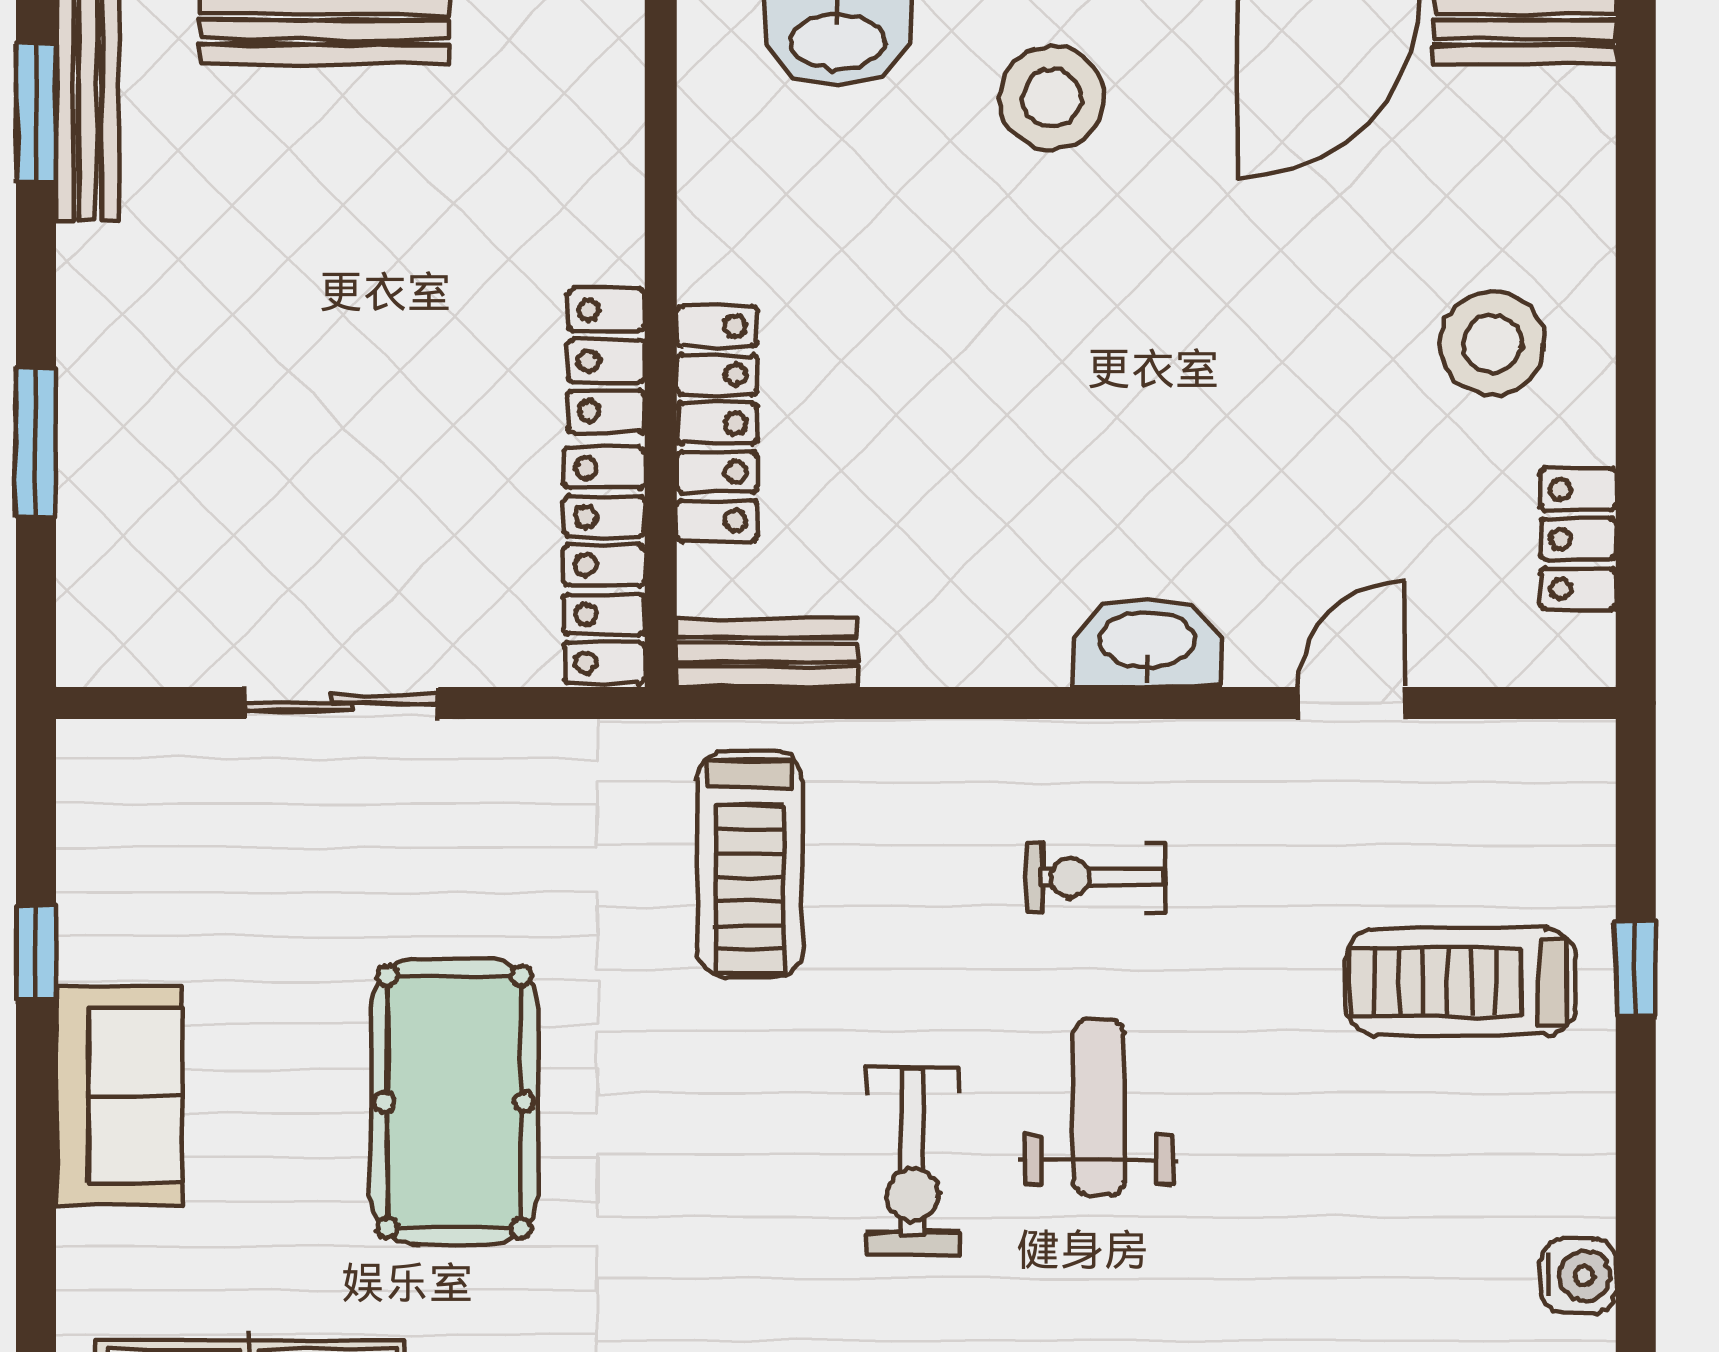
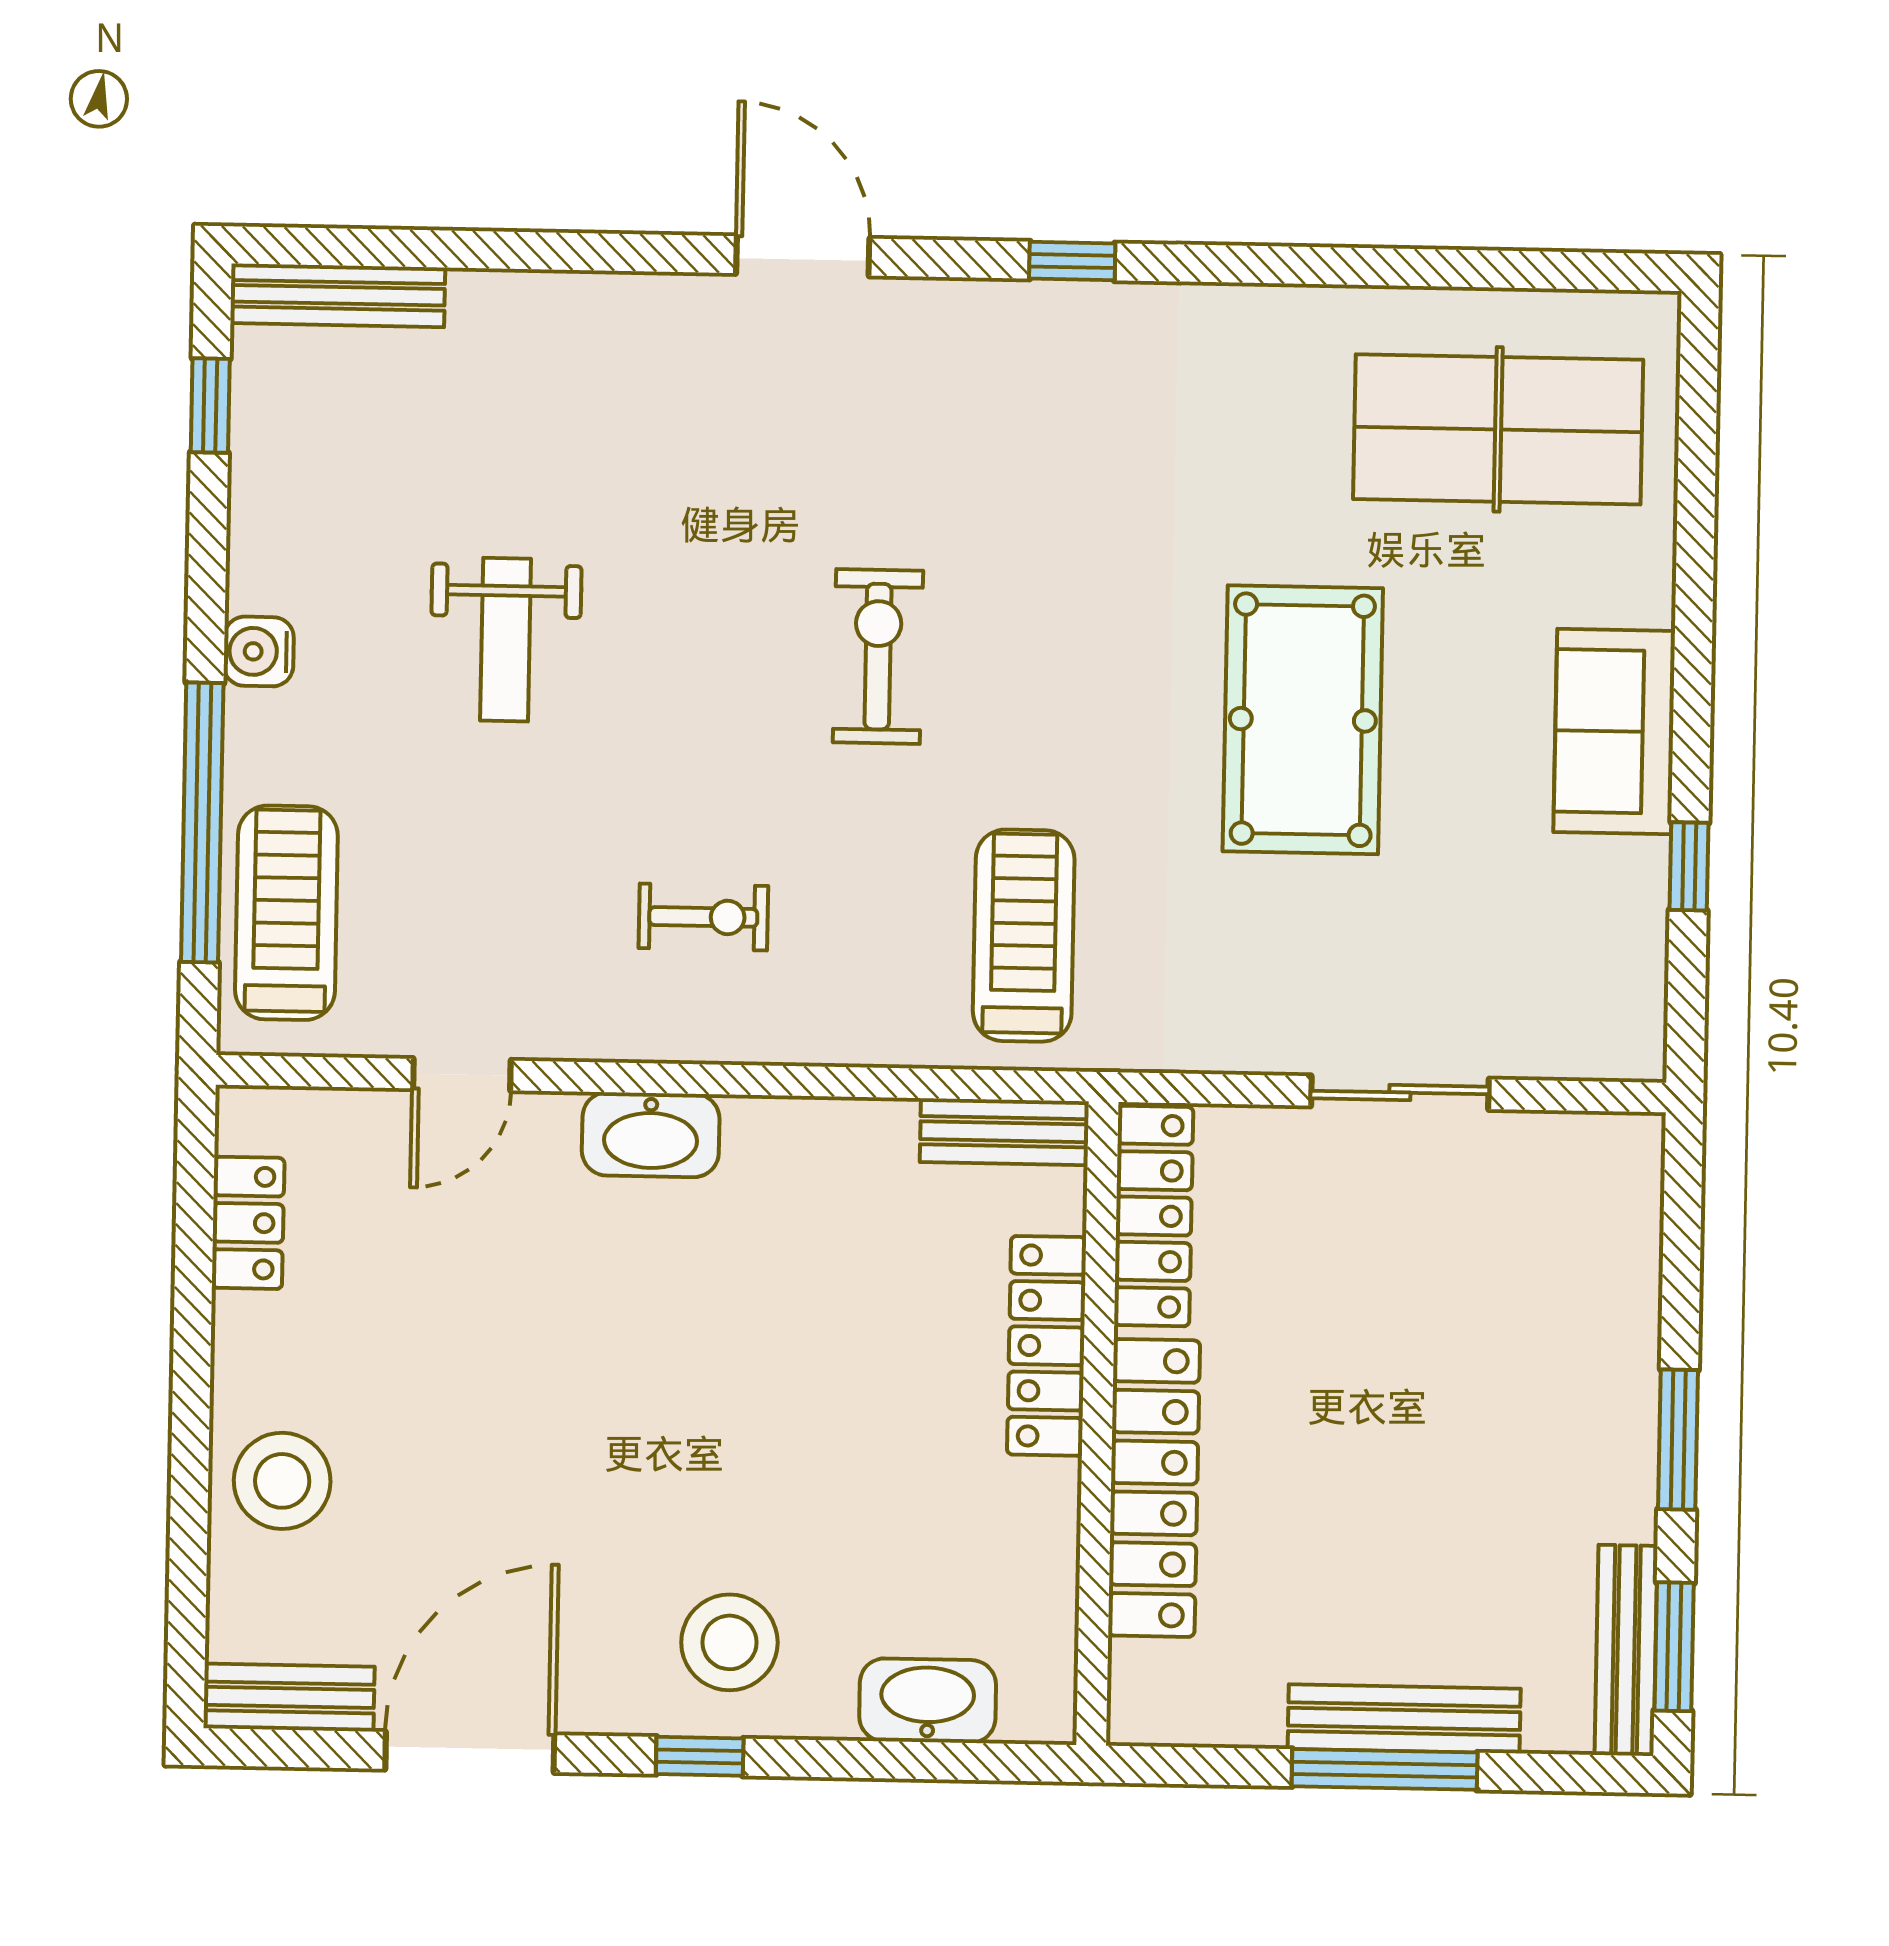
stool: (1492, 344) -> (282, 1481), moved
locker: (606, 361) -> (1154, 1488), width x2.16, depth x1.21
window: (36, 443) -> (1678, 1440), moved
window: (1636, 969) -> (202, 822), width x3.17
treadmill: (1461, 982) -> (286, 913), moved, turned -90
weight bench: (1099, 1107) -> (506, 640), moved
water cooler: (1579, 1276) -> (259, 651), moved

